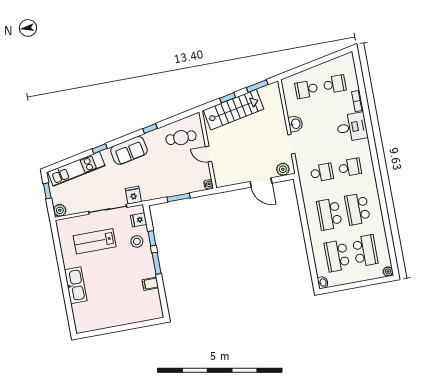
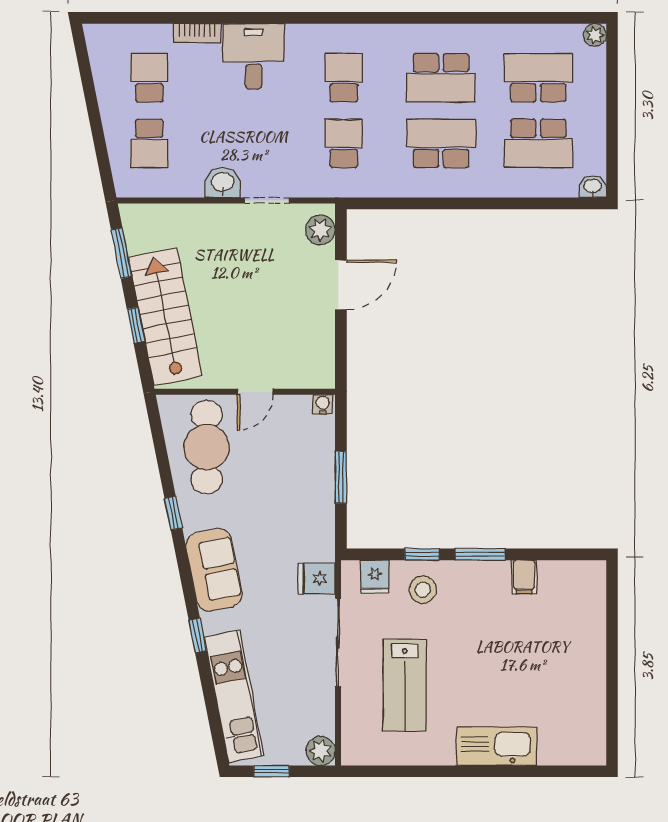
cafe table: (181, 138) -> (207, 447), width x1.37, depth x1.35
school desk: (329, 214) -> (441, 143), turned 180

